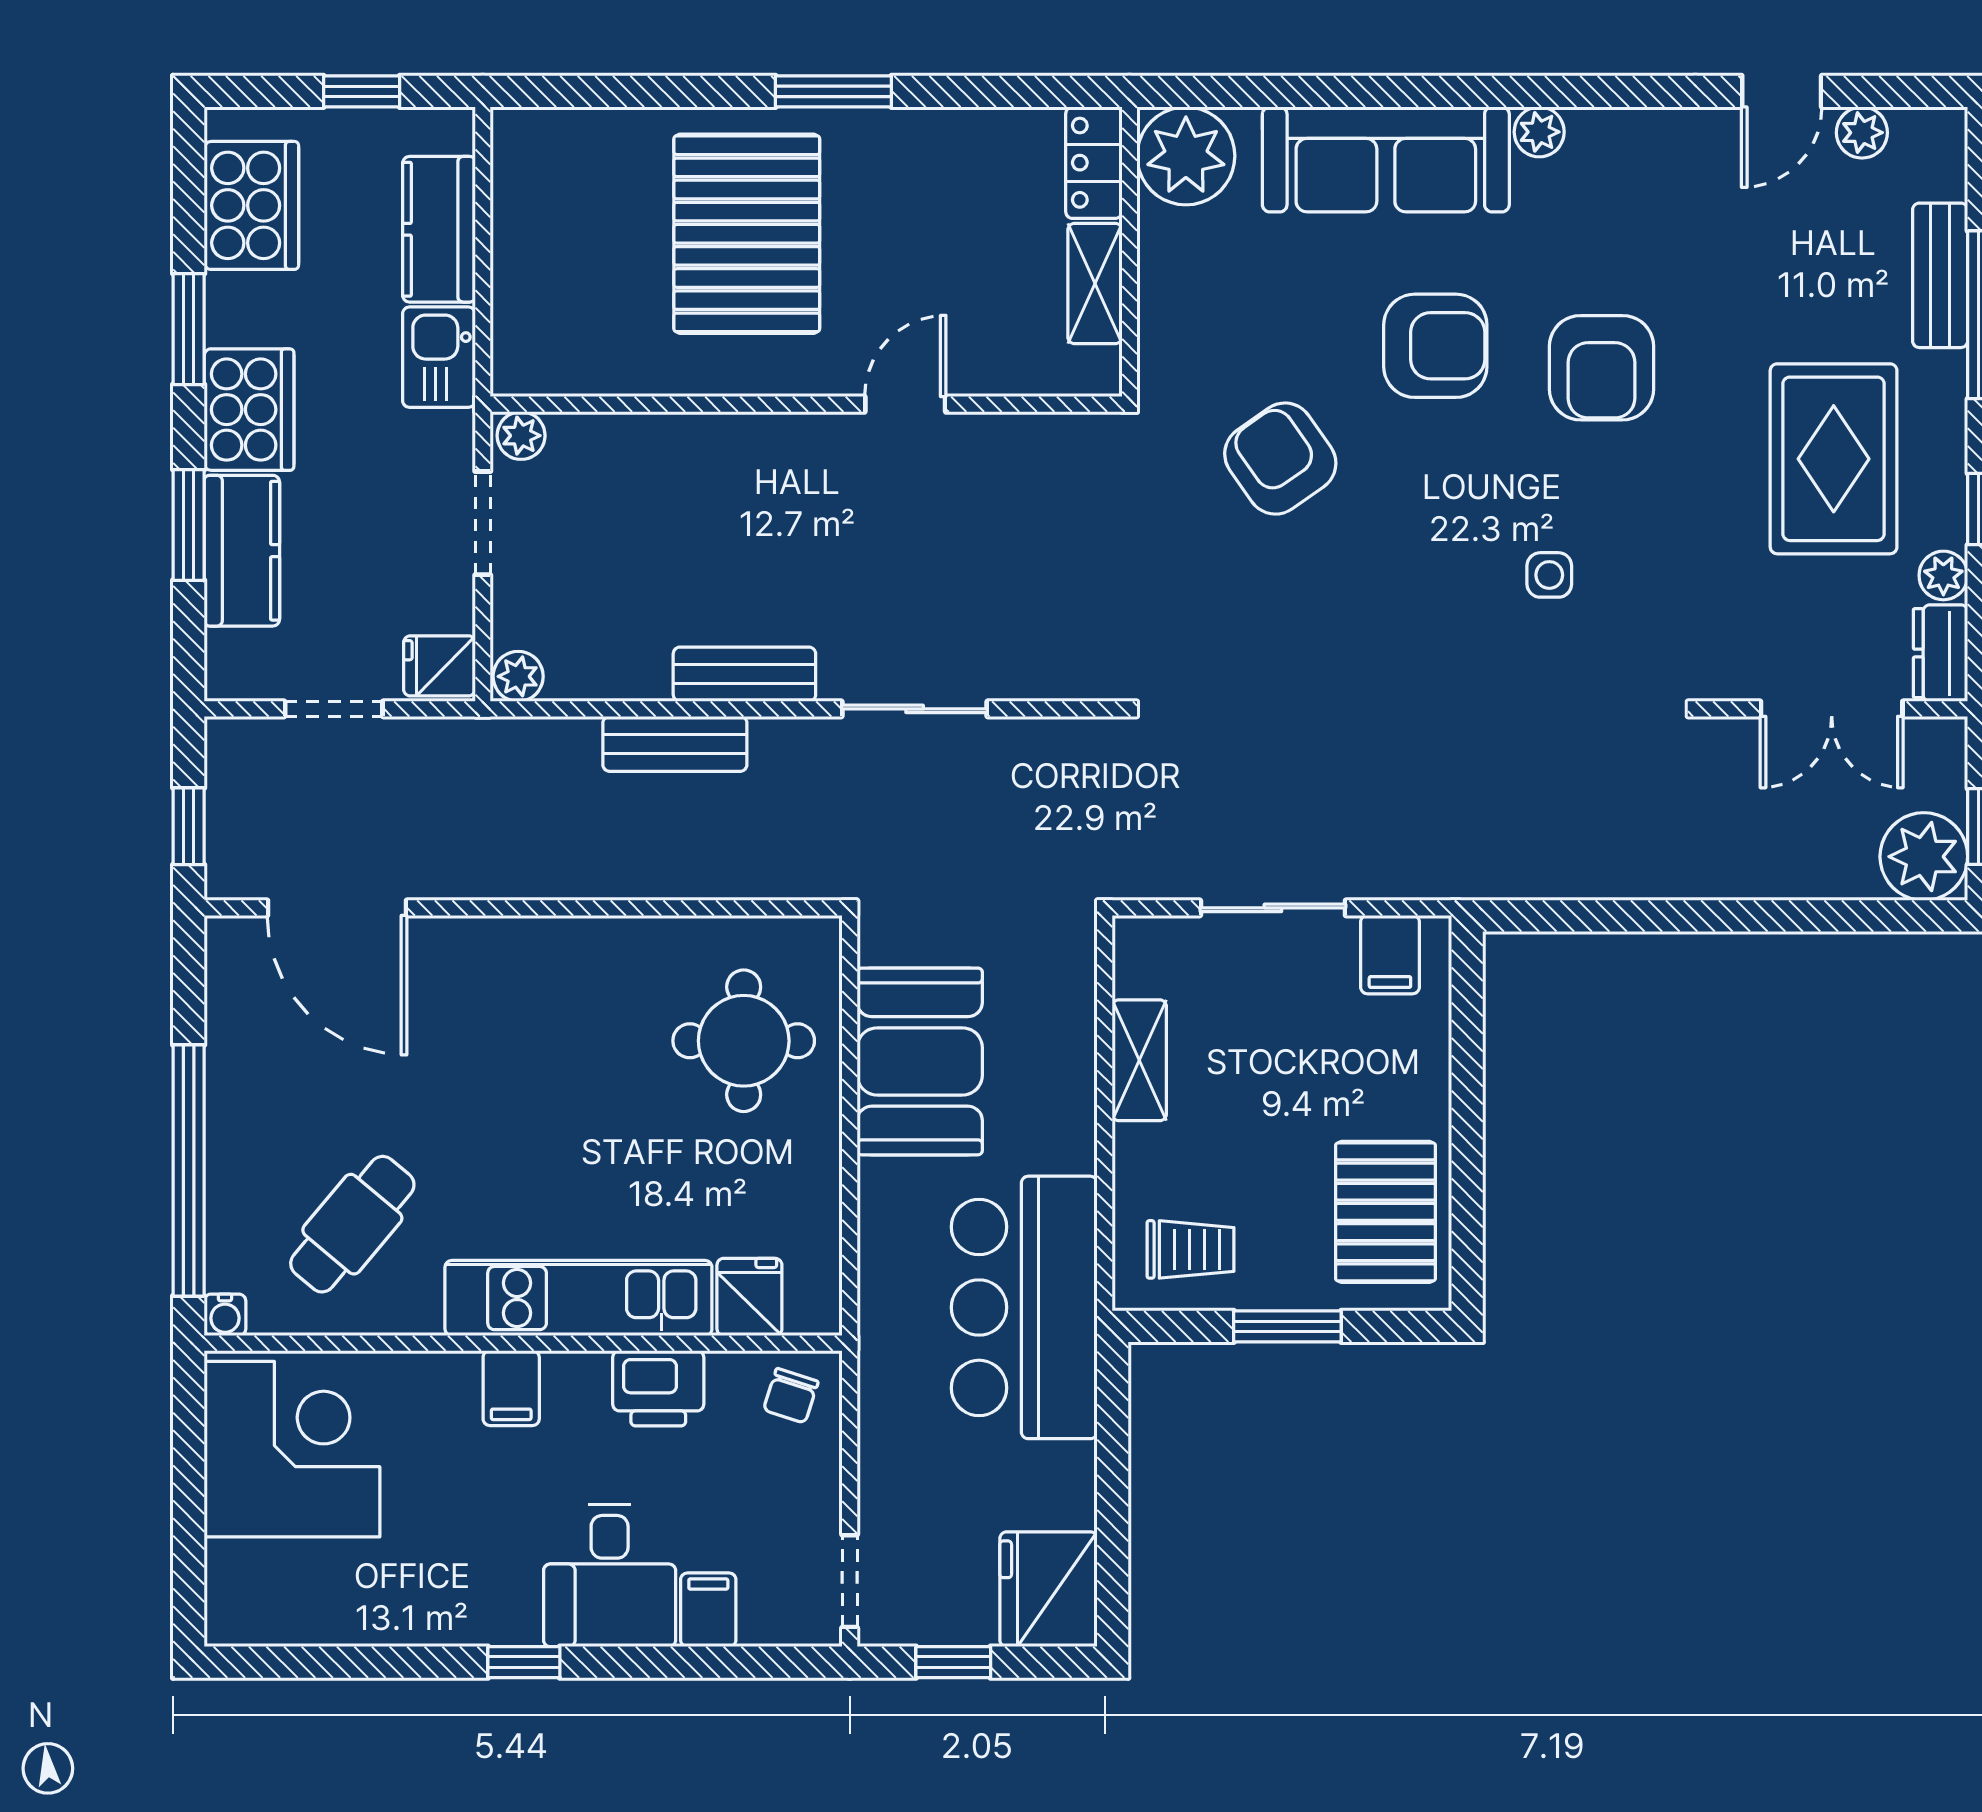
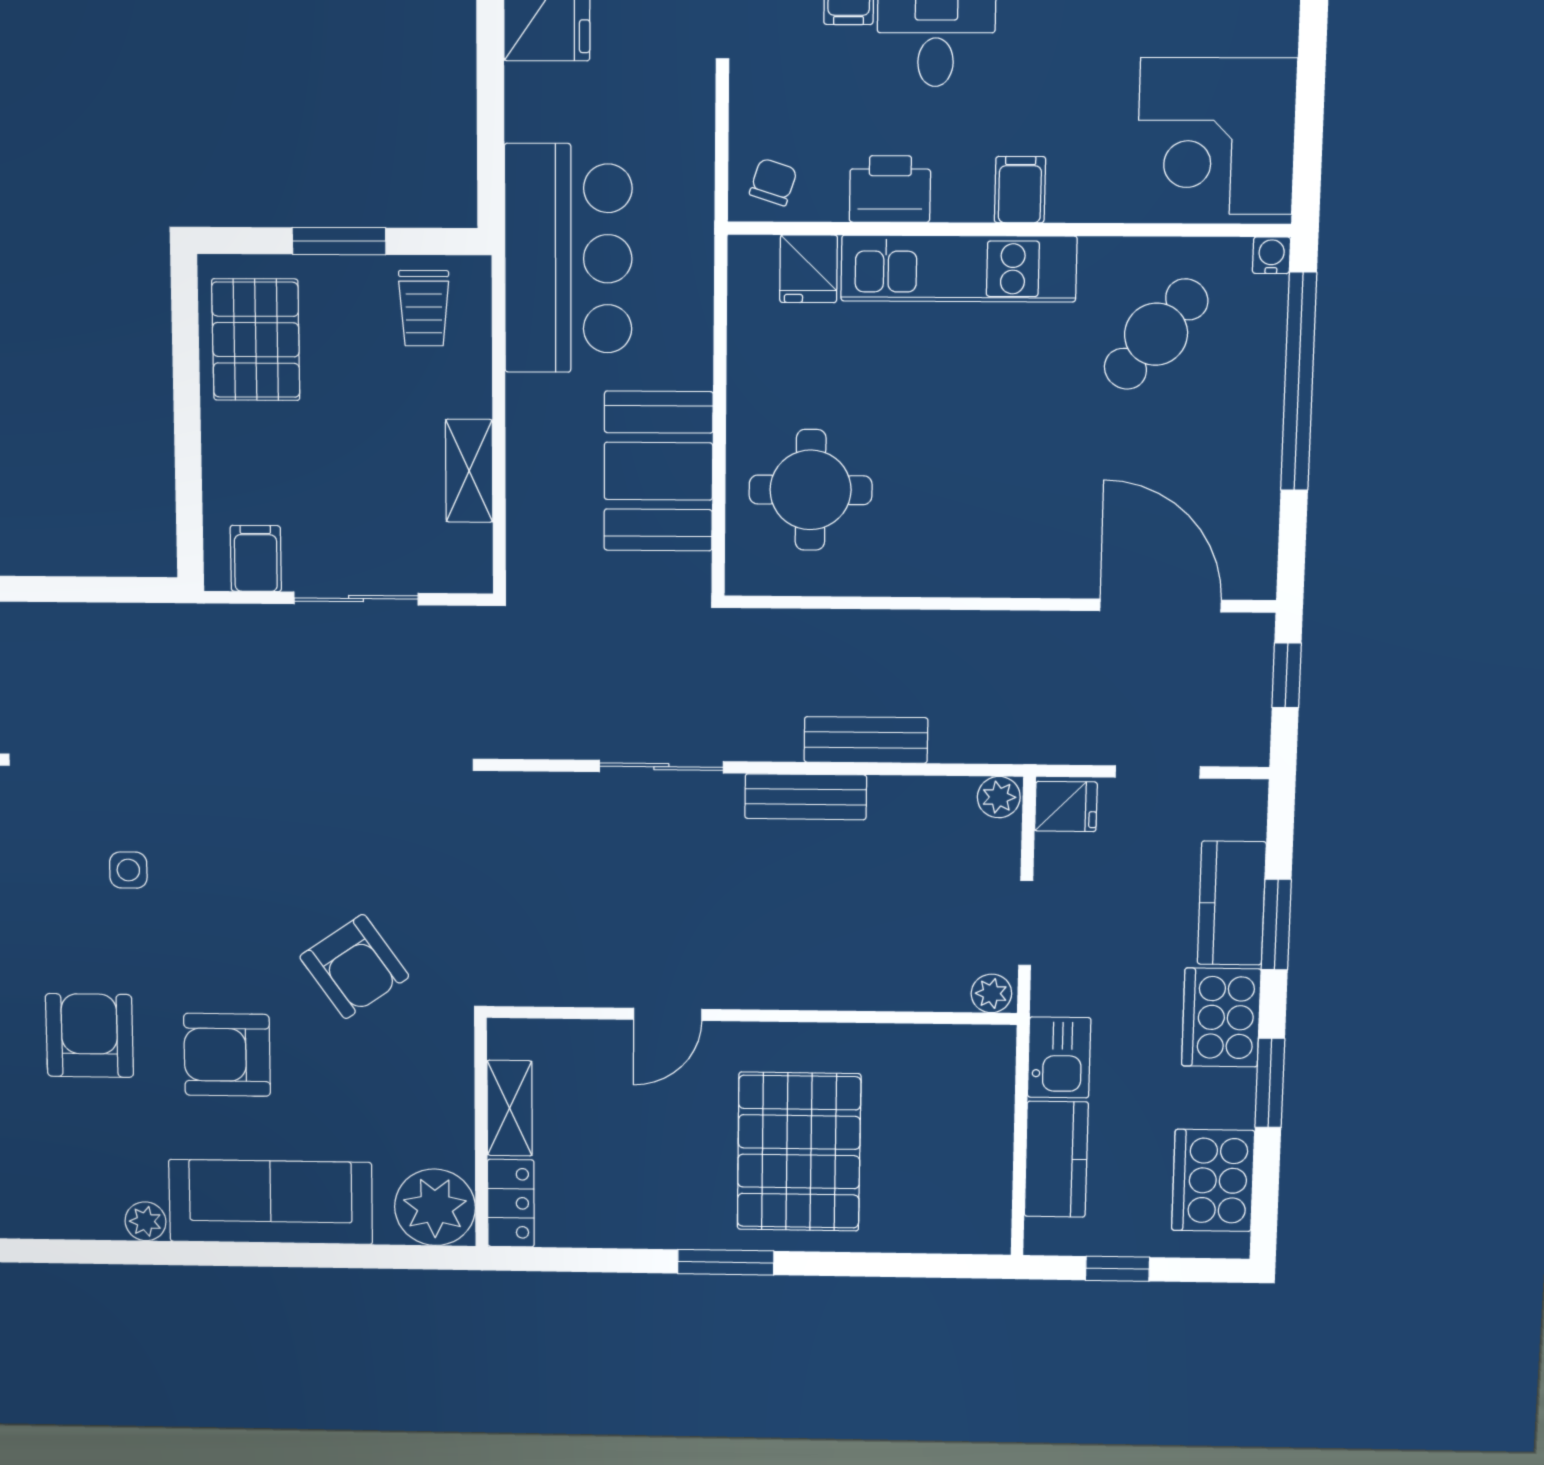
trolley: (1191, 1249) -> (424, 308), turned -90

